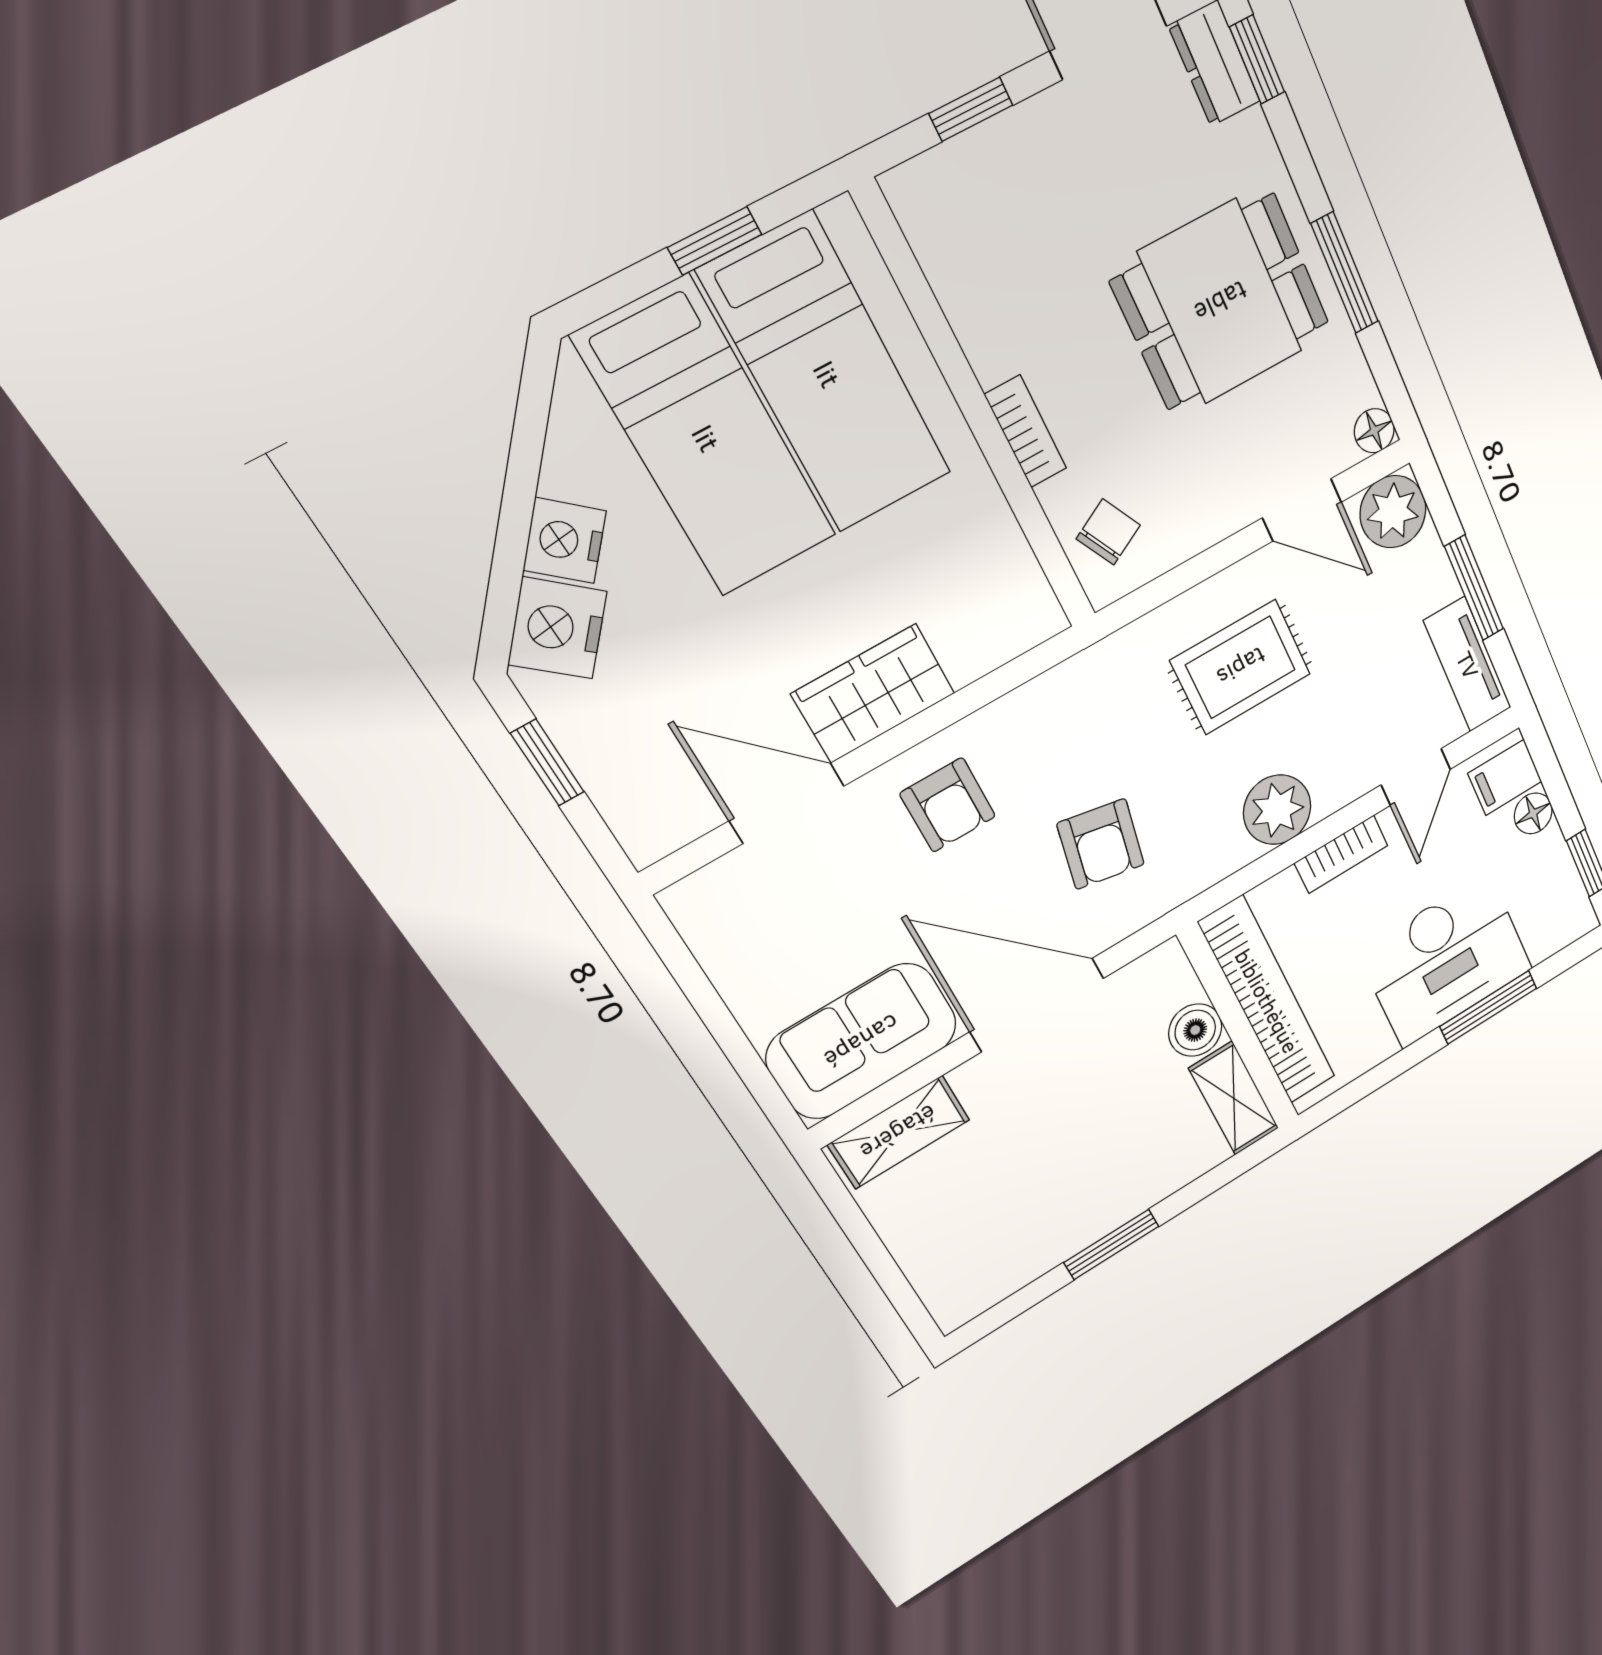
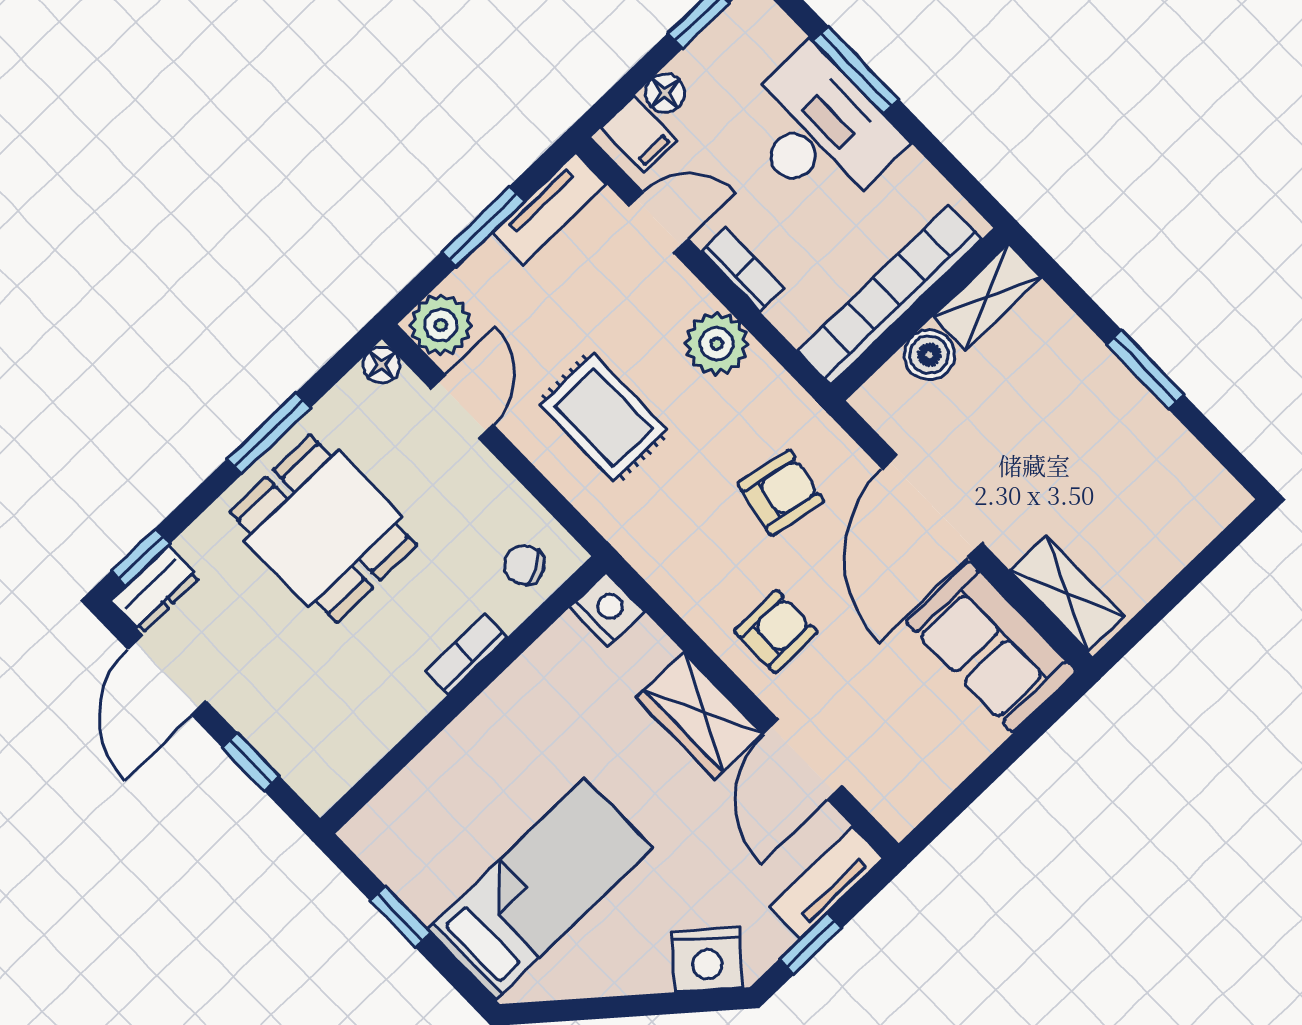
bed: (827, 374) -> (469, 815), removed
nightstand: (565, 541) -> (607, 609), moved, turned -130
tv unit: (624, 799) -> (826, 883), added

